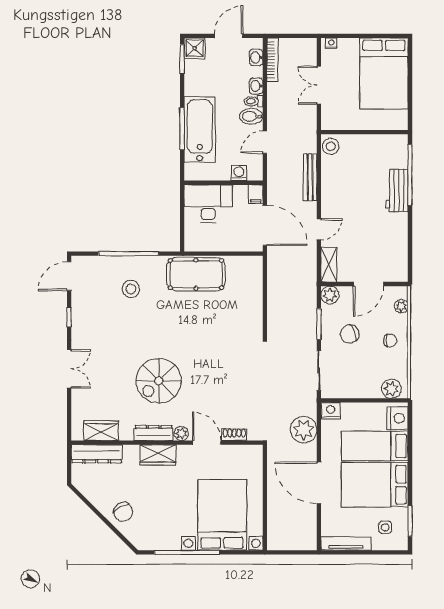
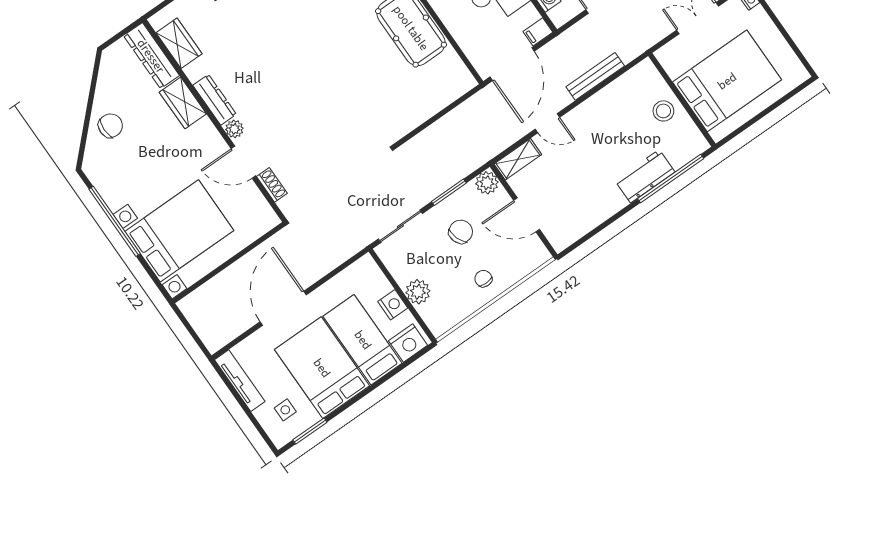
bed: (384, 74) -> (727, 81), moved, turned 180
stool: (331, 146) -> (663, 111), moved
plant: (401, 306) -> (527, 265), removed
chair: (350, 334) -> (461, 232), turned 91
chair: (390, 341) -> (483, 279), turned 180
spiral stairs: (159, 381) -> (273, 67), removed
plant: (391, 389) -> (418, 292), moved
nightstand: (331, 411) -> (393, 305), moved
plant: (304, 430) -> (327, 254), removed
door: (207, 443) -> (243, 162), swing flipped
wardrobe: (158, 455) -> (183, 103), moved
chair: (123, 512) -> (110, 126), turned -150

